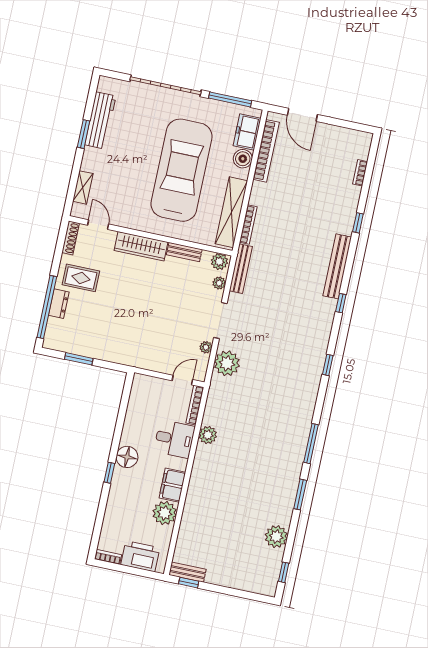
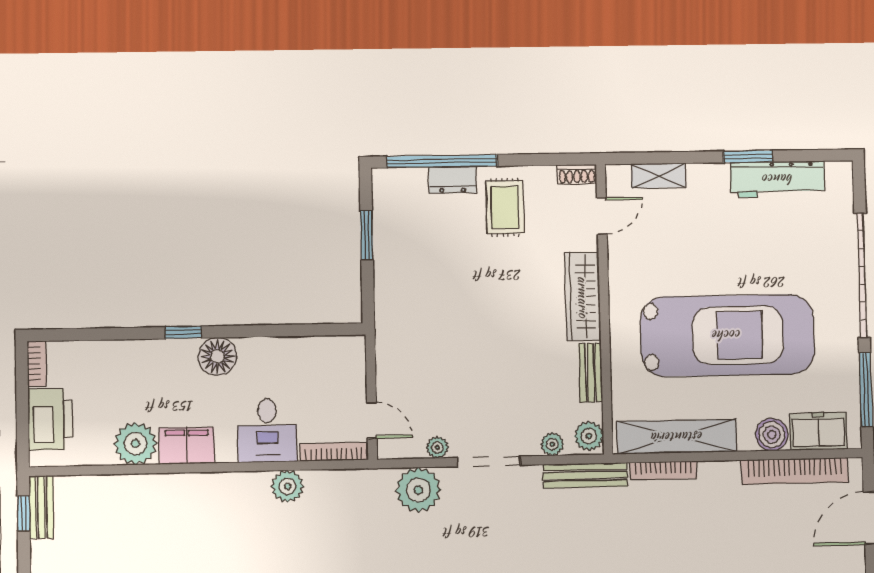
shoe rack: (71, 238) -> (577, 174), width x0.70

